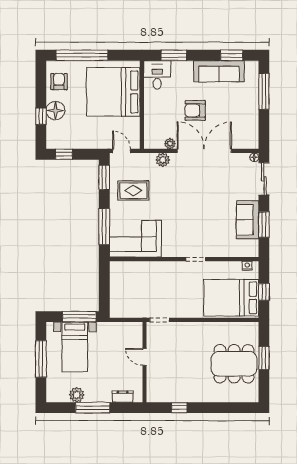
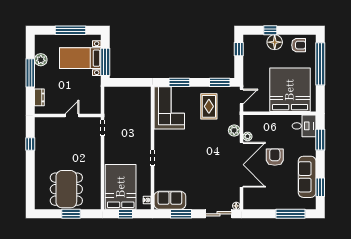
sofa: (248, 220) -> (170, 200), moved
window: (104, 227) -> (179, 82), width x0.69

